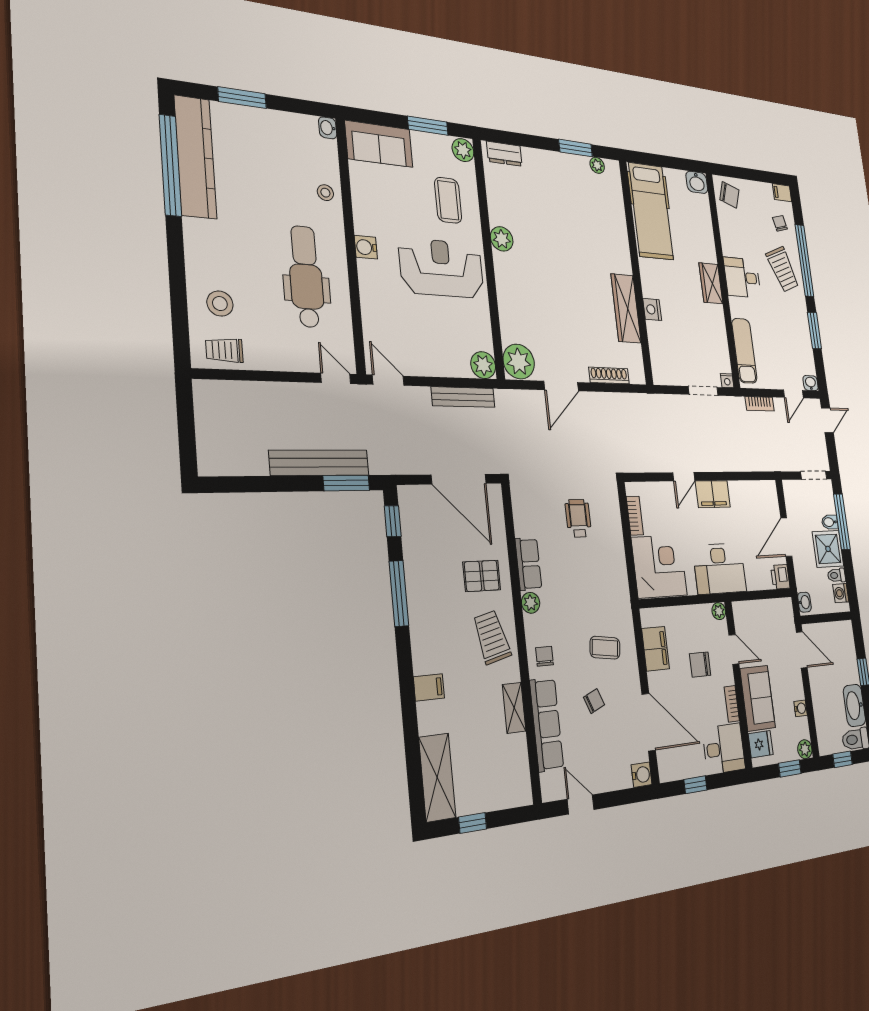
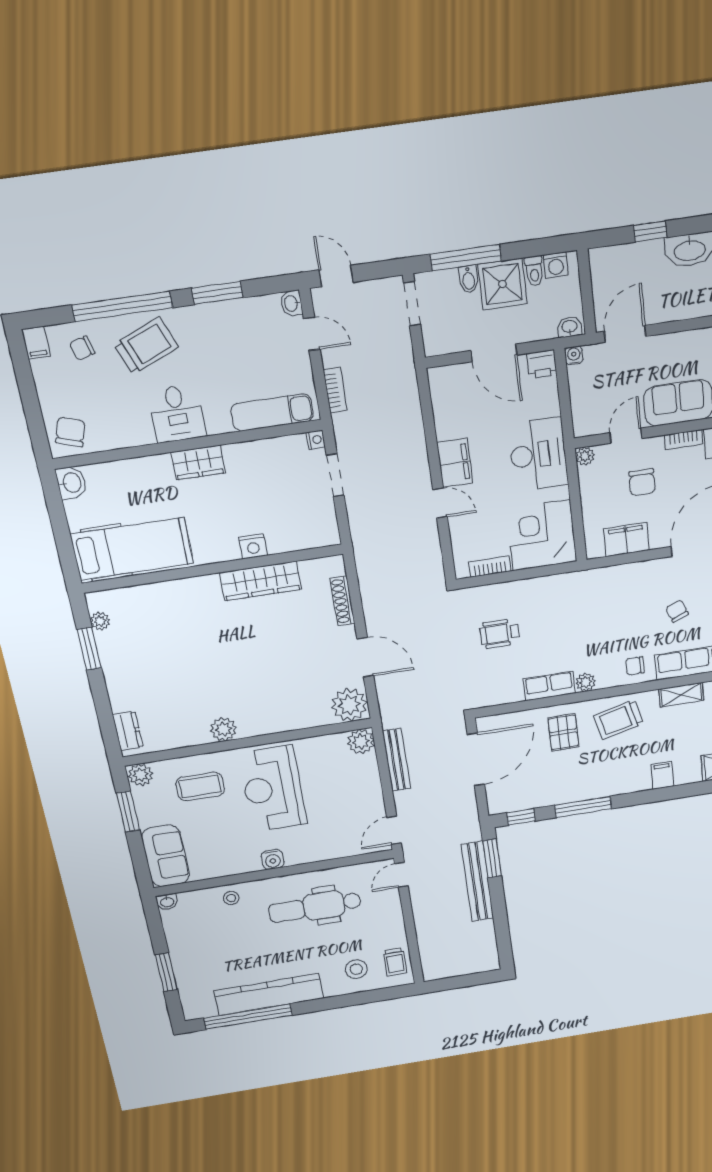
kitchen counter: (195, 157) -> (269, 994), moved
coffee table: (605, 648) -> (626, 600), removed
water cooler: (801, 708) -> (574, 356), moved

